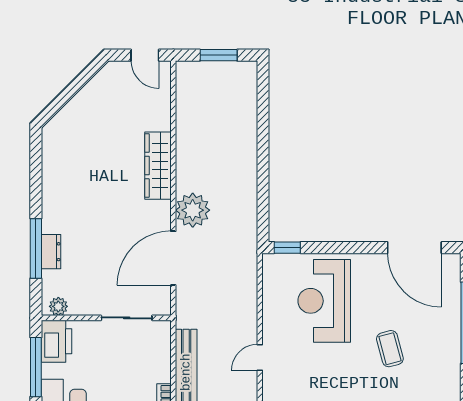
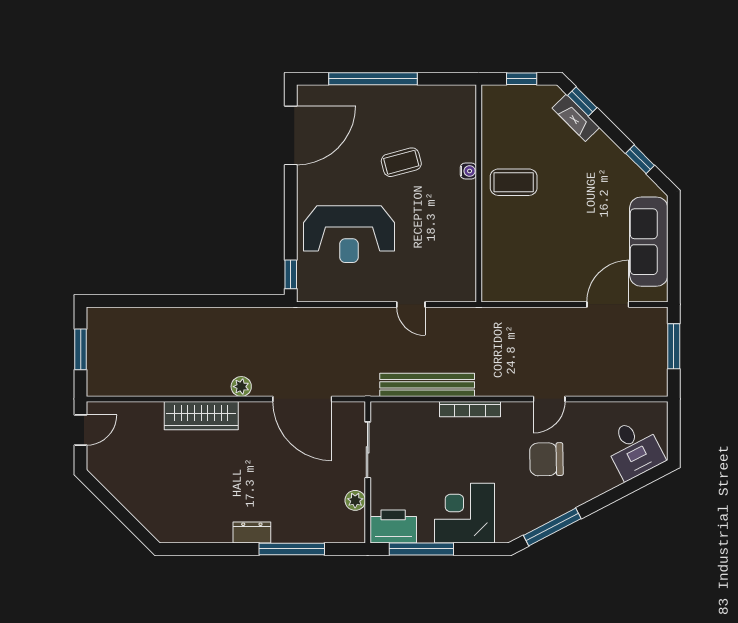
plant: (193, 210) -> (241, 387), width x0.53, depth x0.53
dresser: (51, 252) -> (252, 533), moved
plant: (58, 306) -> (355, 500), moved

